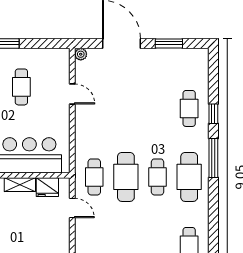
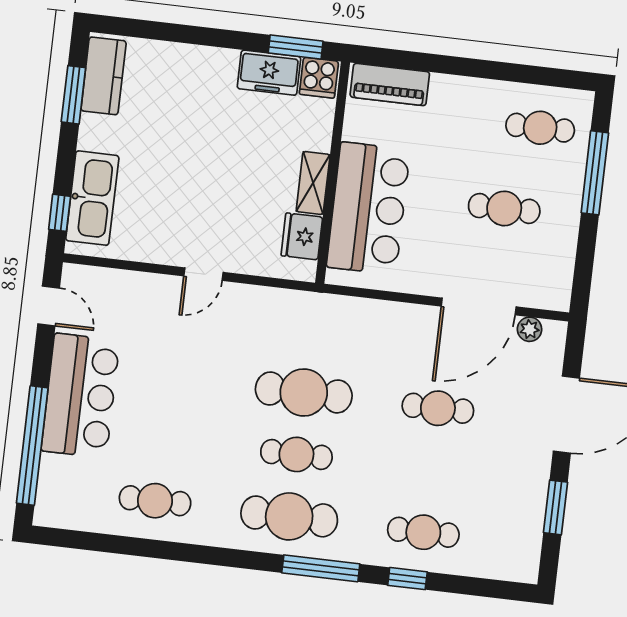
plant: (81, 54) -> (530, 329), moved
door: (72, 94) -> (479, 307), width x1.88
cafe table: (94, 177) -> (438, 408), moved
door: (72, 208) -> (204, 274), moved

